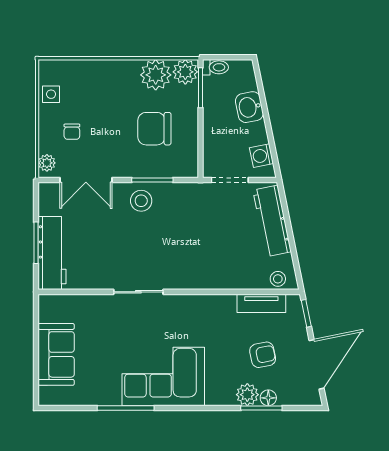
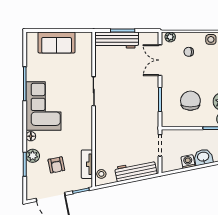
washing machine: (262, 156) -> (188, 162), moved
stool: (141, 201) -> (148, 93), removed
floor lamp: (268, 398) -> (31, 136), moved

